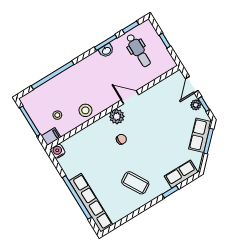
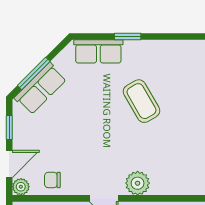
plant: (196, 105) -> (21, 187), moved
chair: (121, 139) -> (52, 180), moved
coffee table: (135, 183) -> (141, 101), moved

